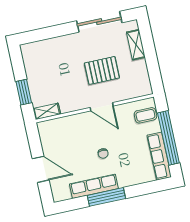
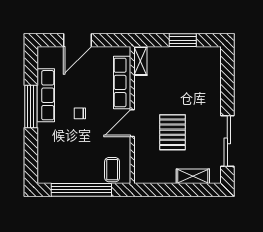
window: (24, 92) -> (183, 40), moved
row of seats: (159, 156) -> (122, 82), moved, turned -90

